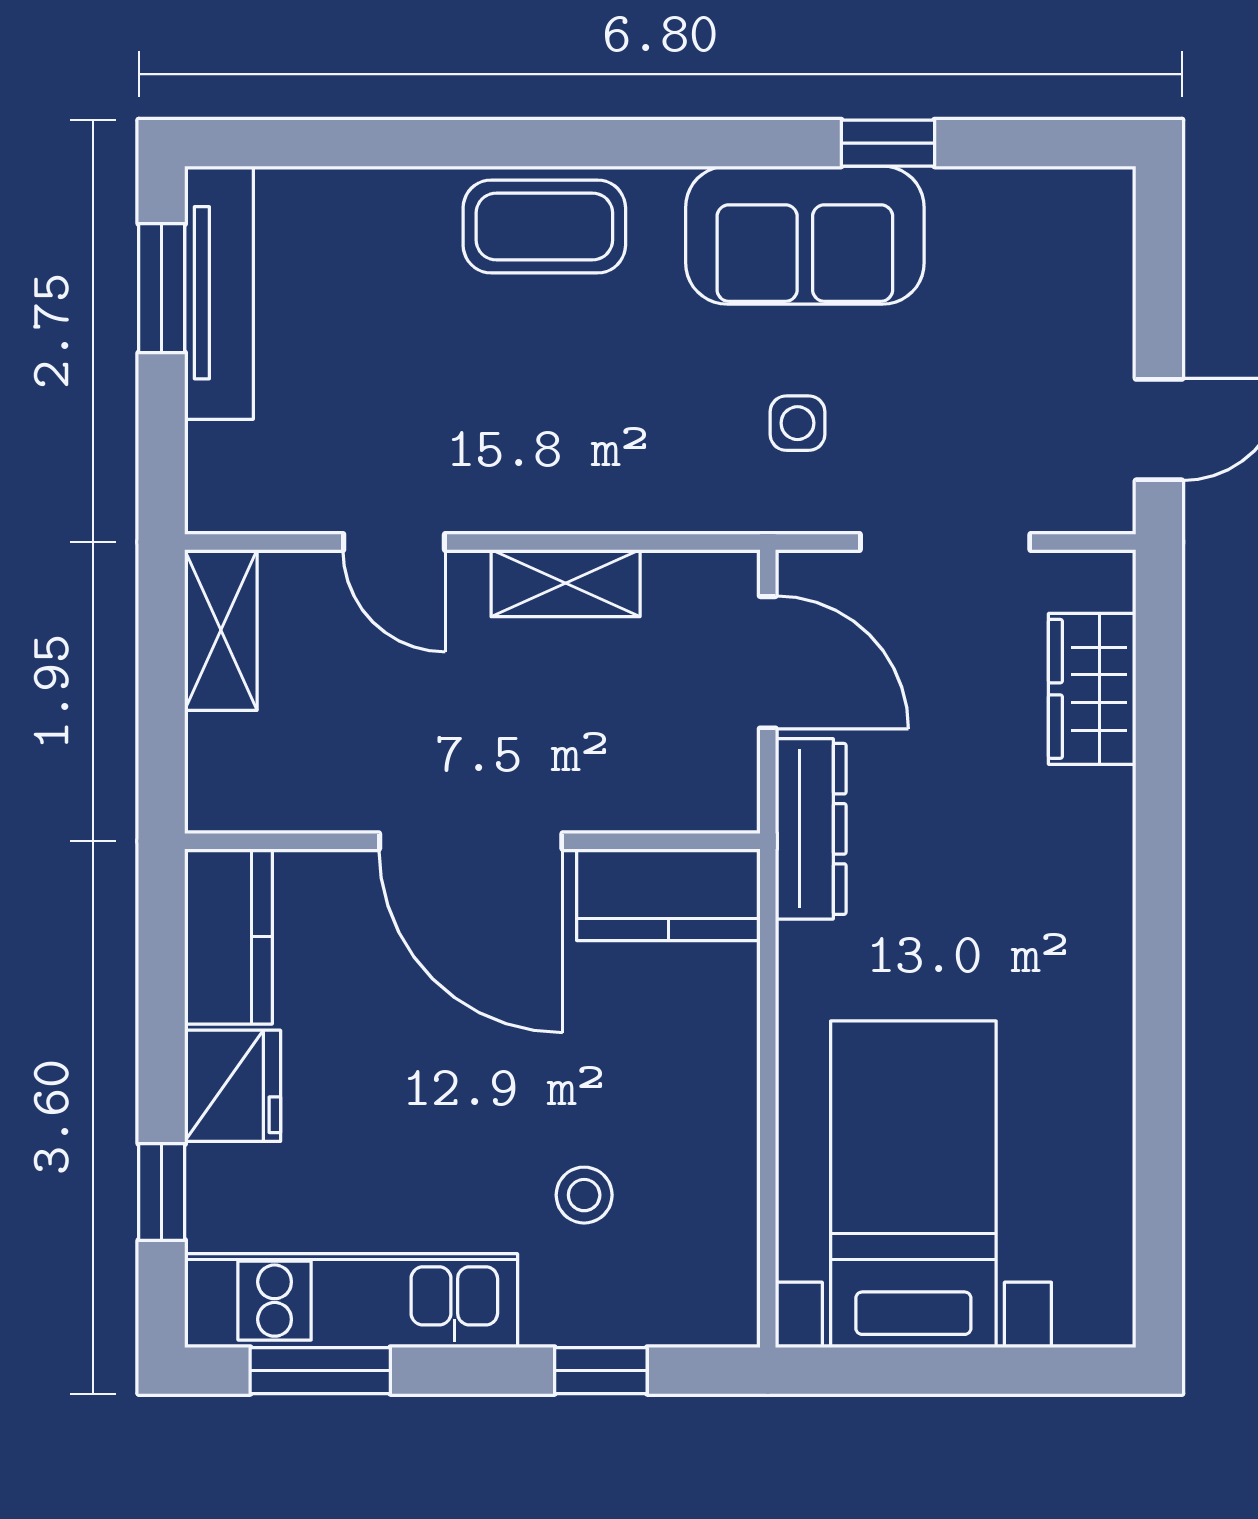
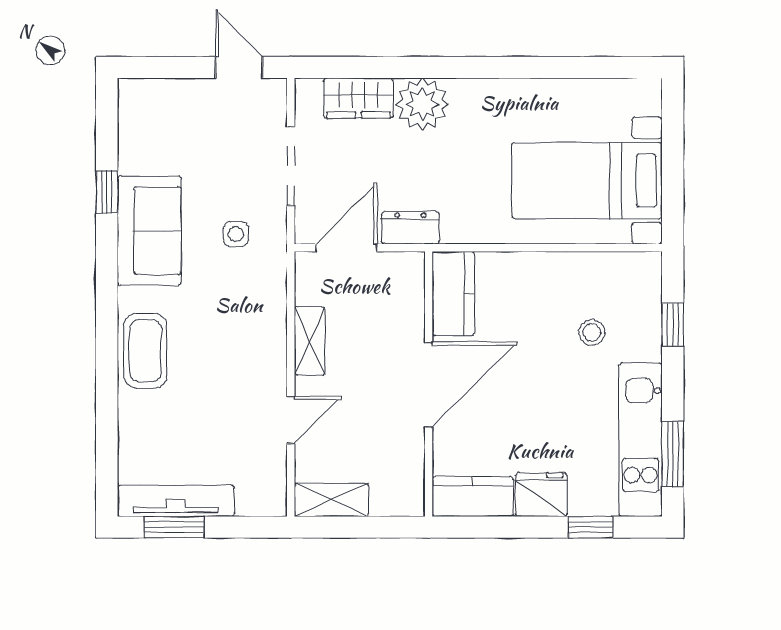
plant: (1079, 827) -> (422, 104), added
dresser: (811, 829) -> (410, 228), width x0.70

